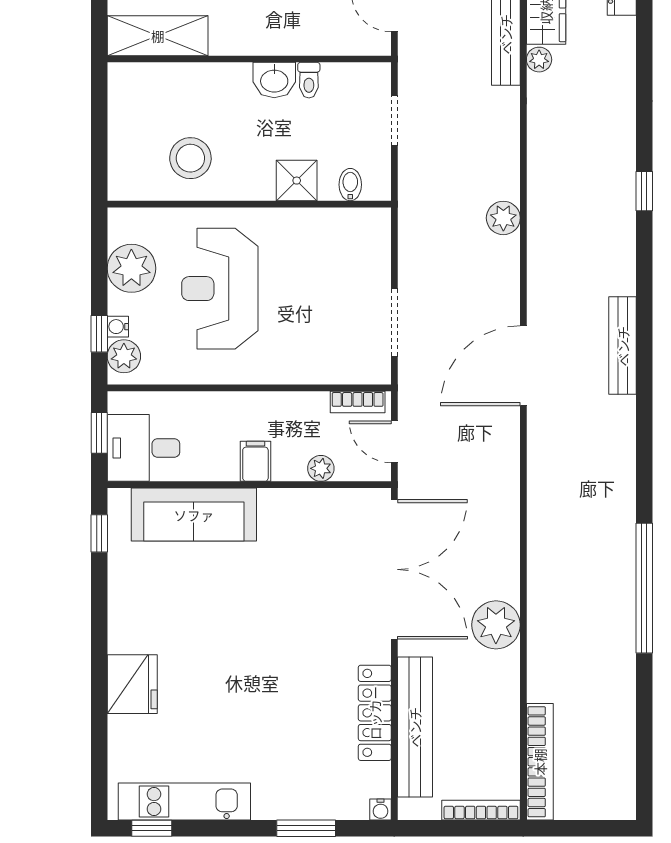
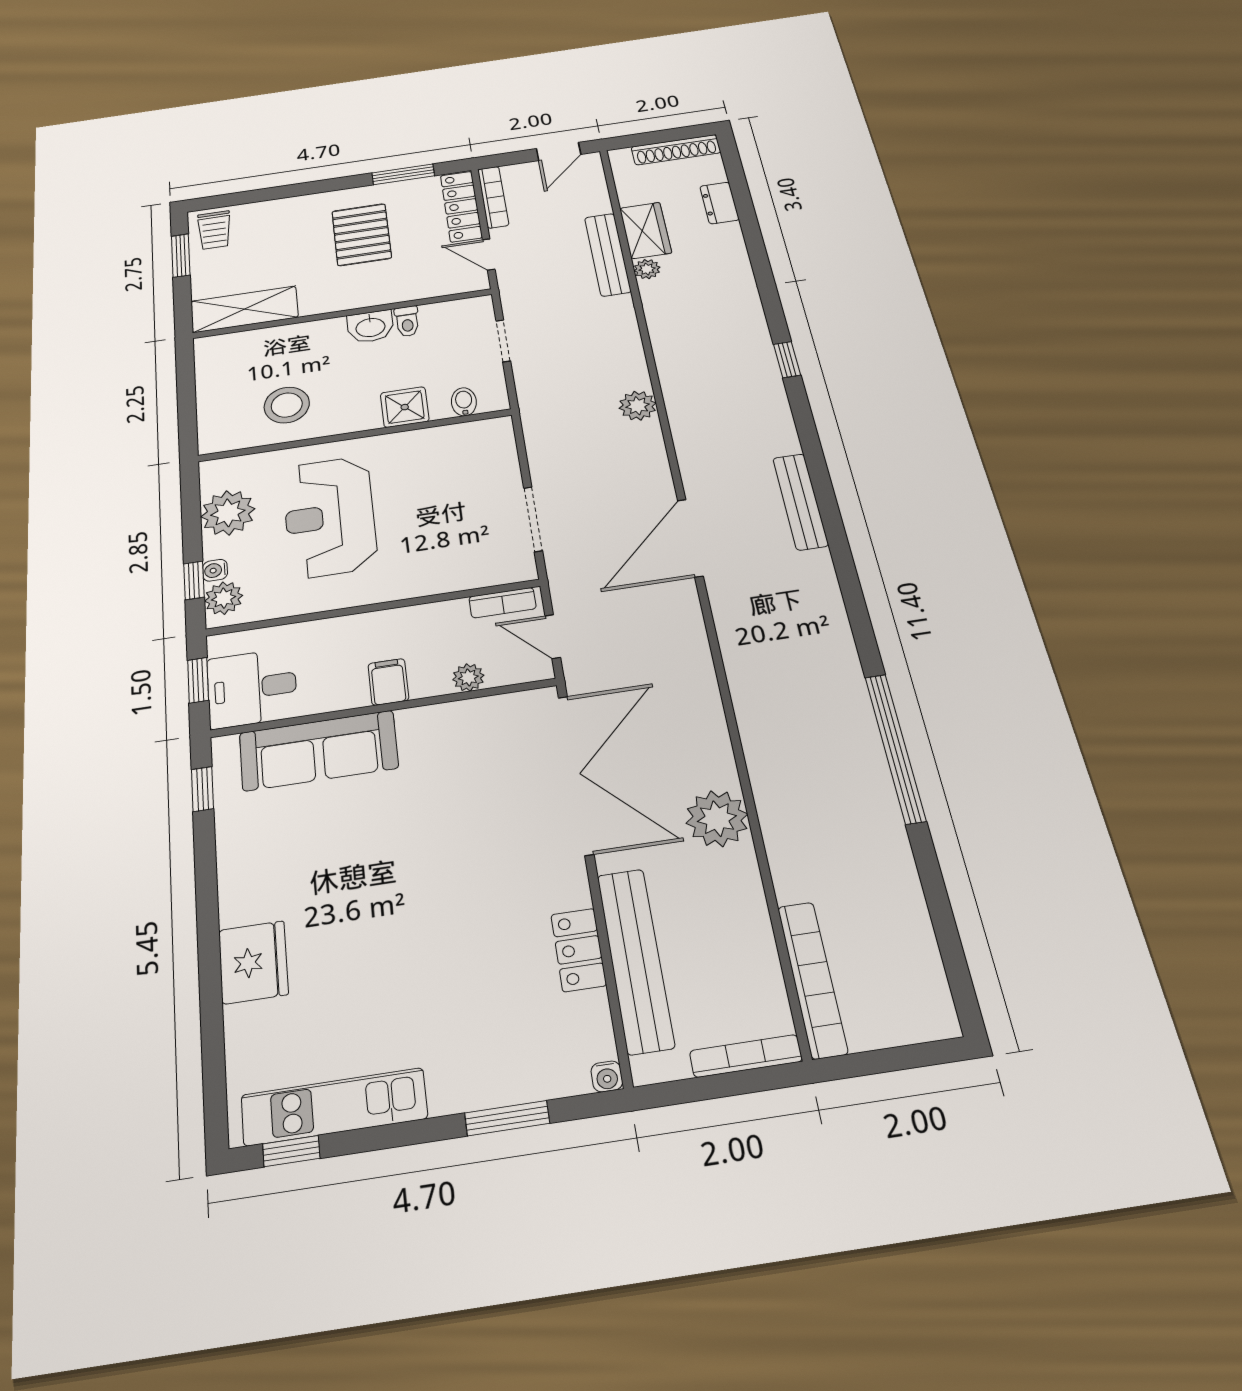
locker: (375, 713) -> (579, 950), width x0.66

